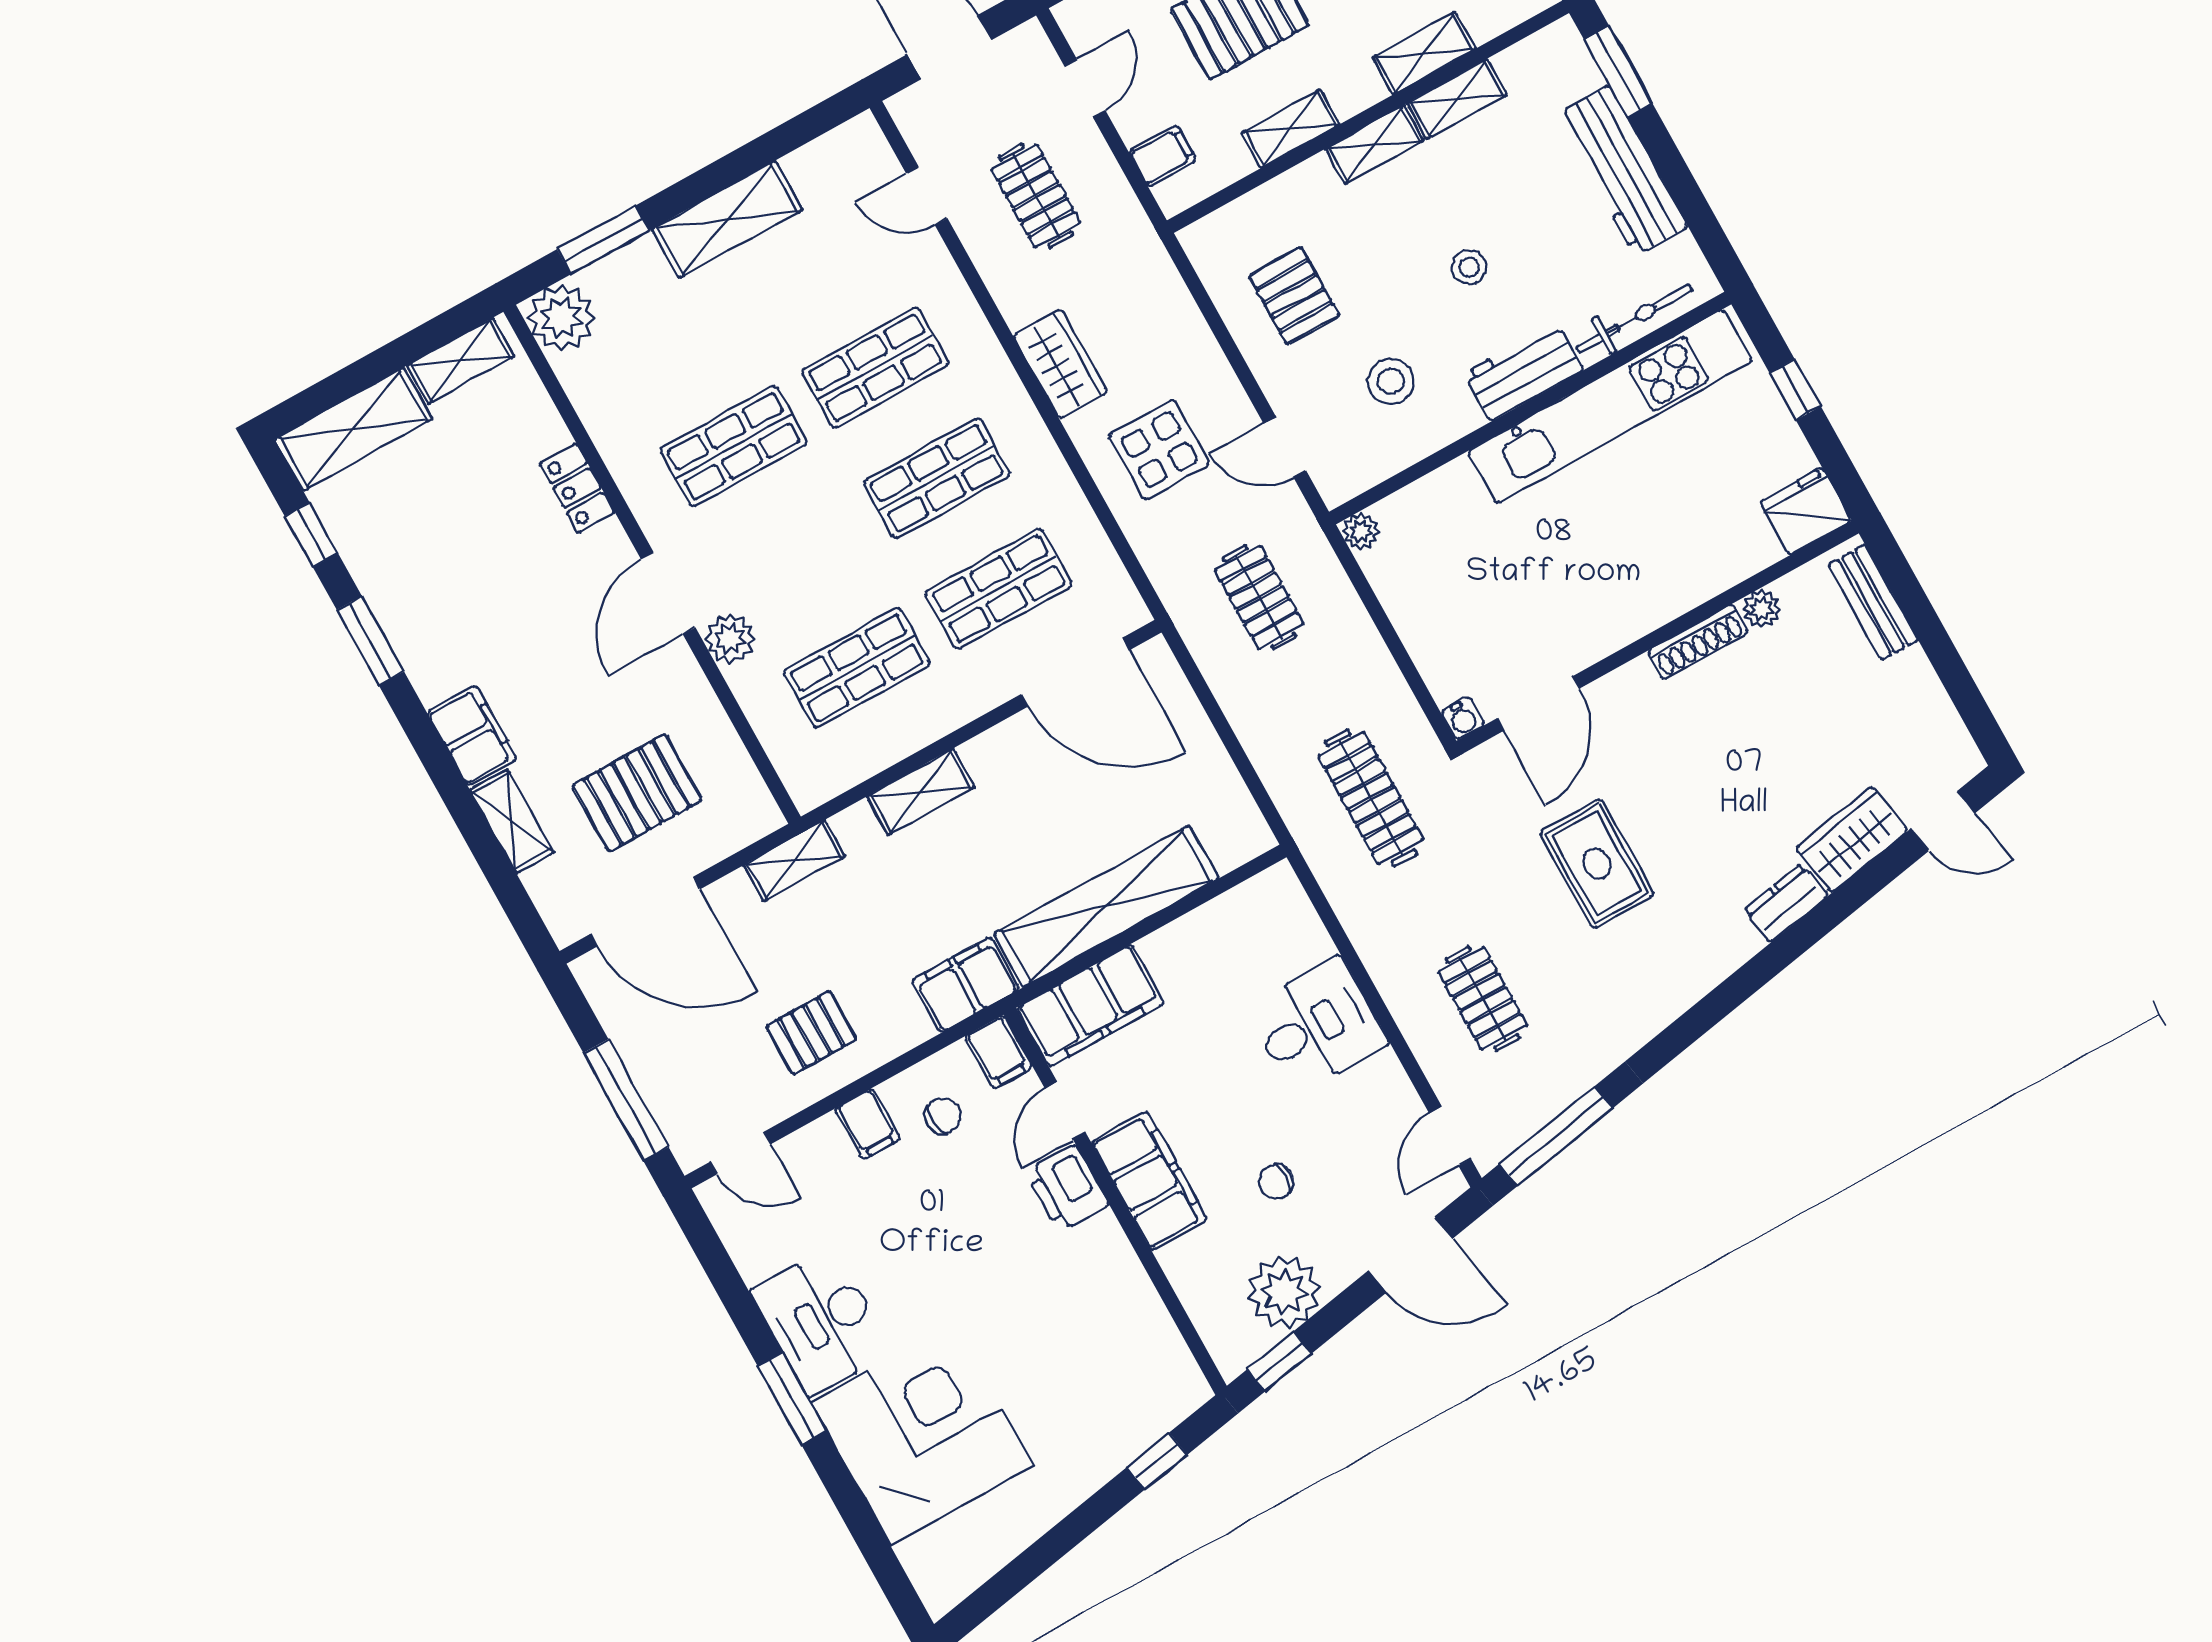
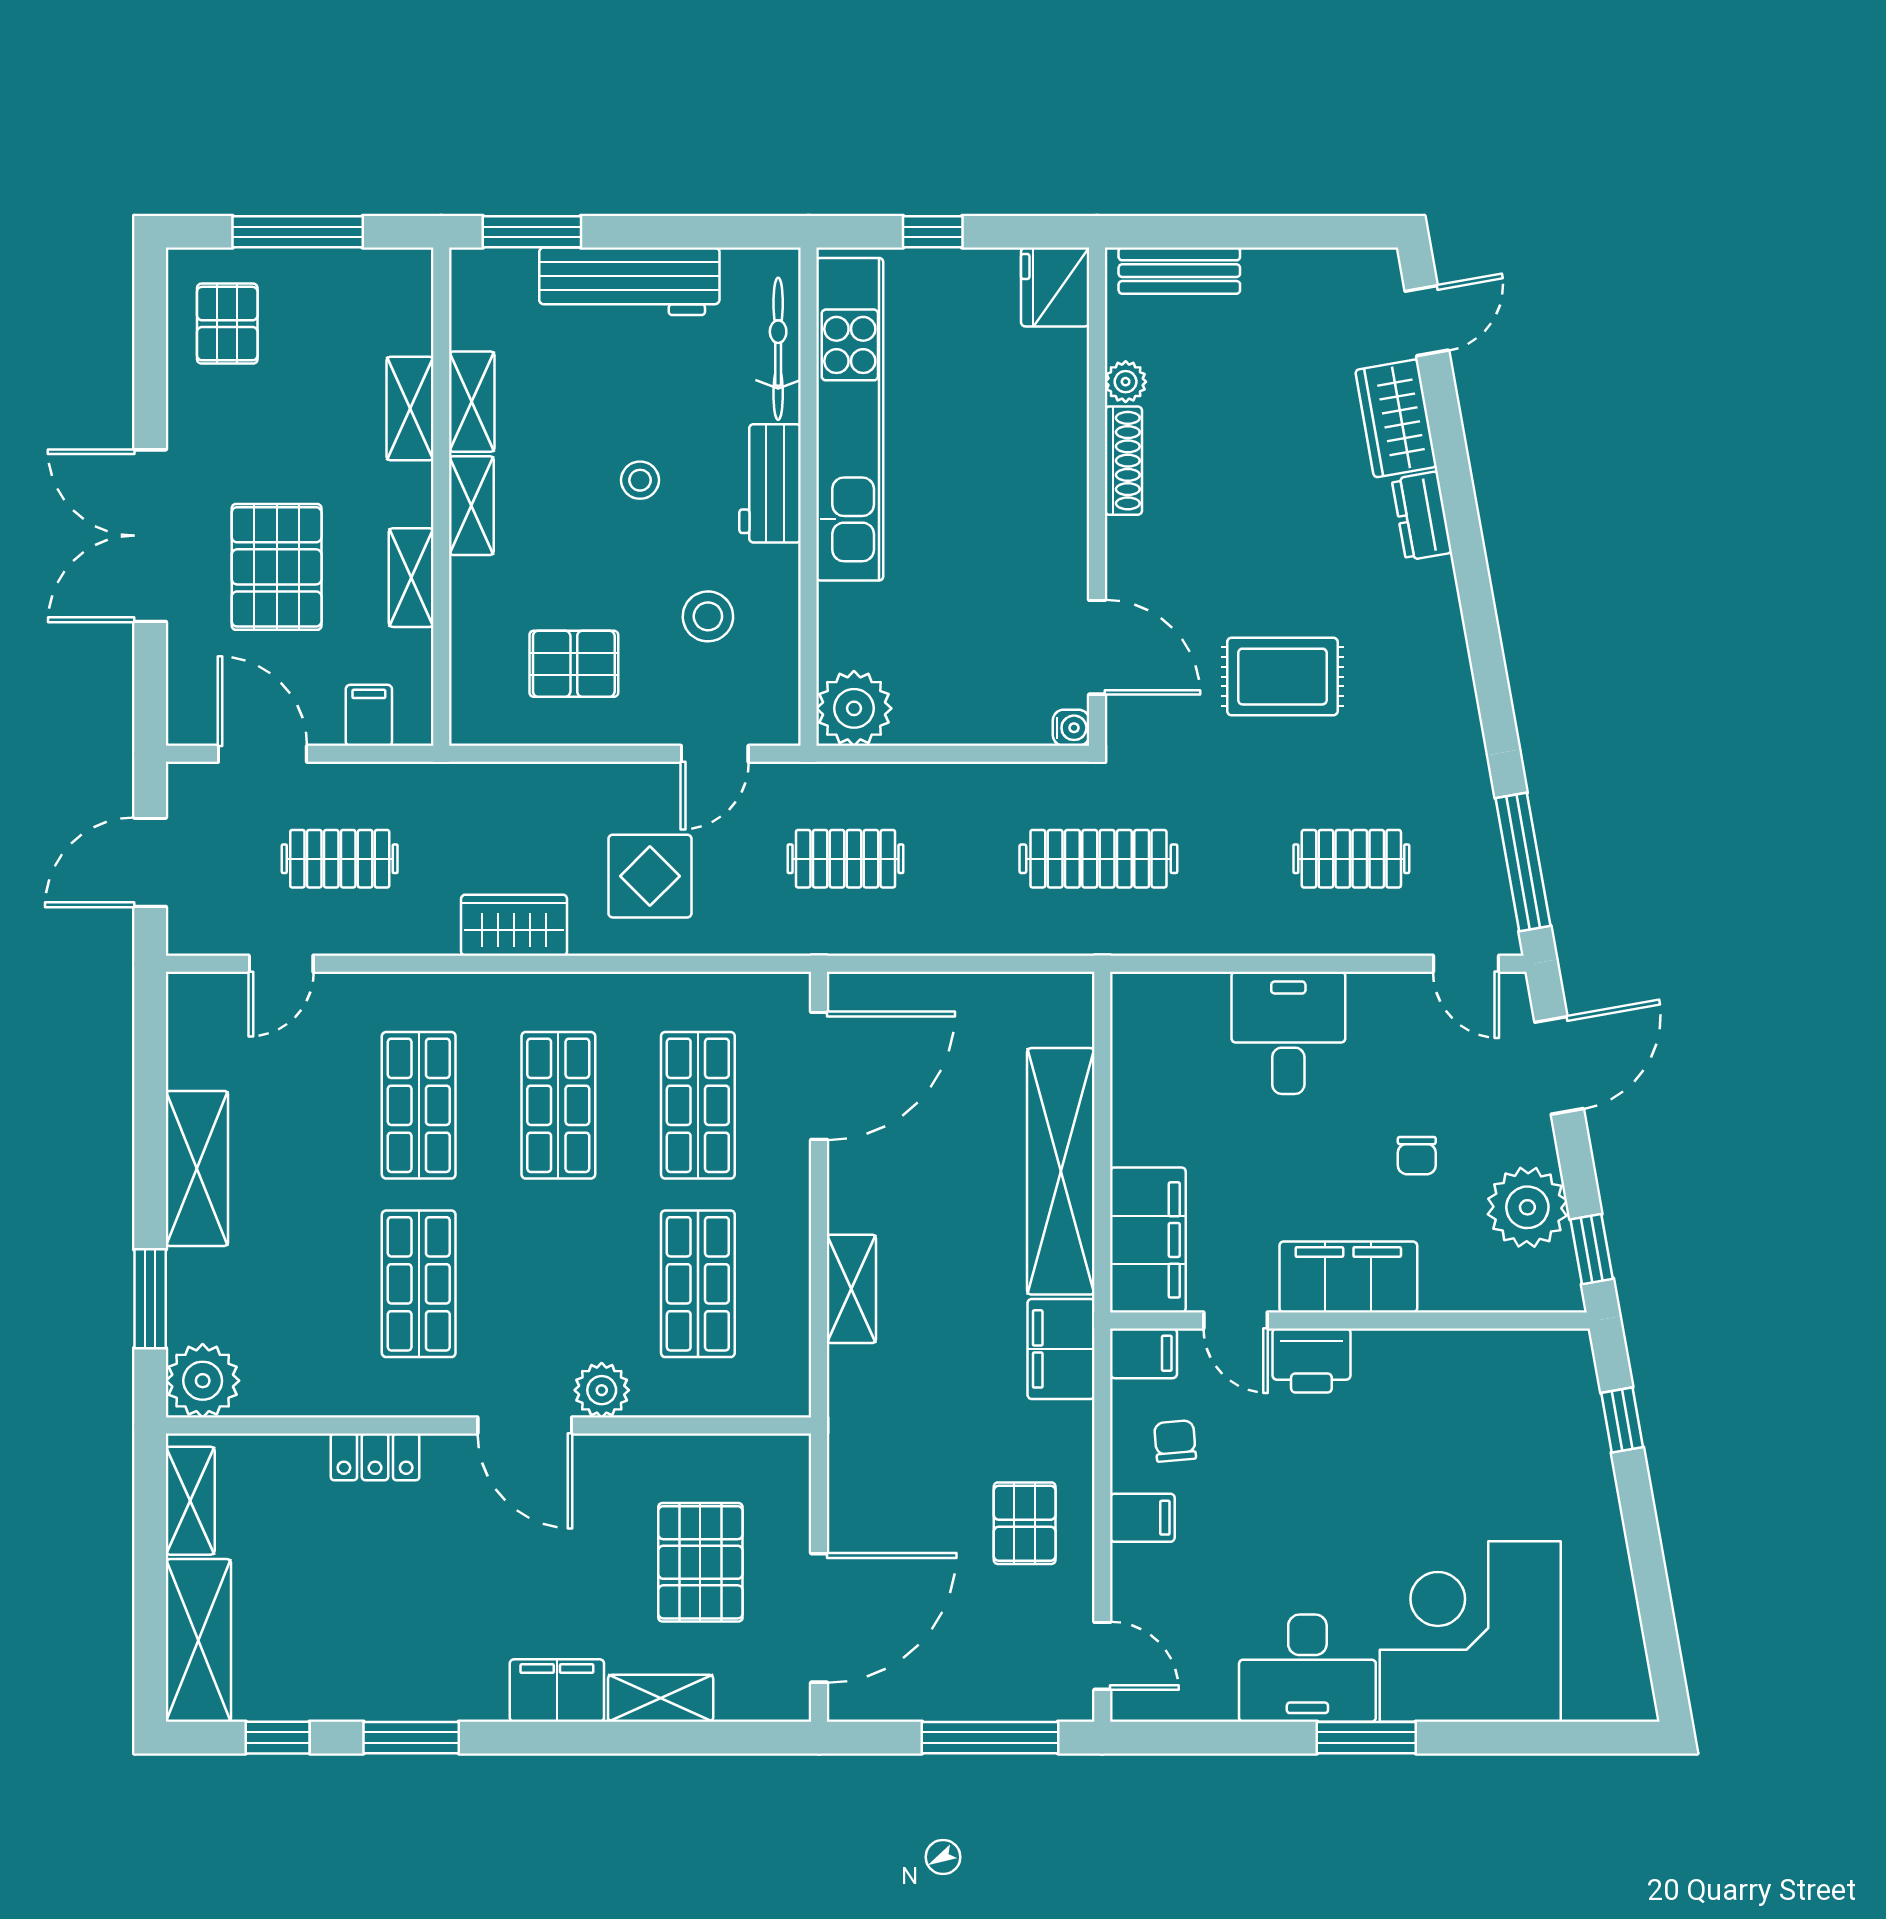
door: (1085, 88) -> (262, 754), width x1.38
plant: (1361, 531) -> (854, 708), width x1.87, depth x1.87
shelving: (794, 861) -> (850, 1448), removed
door: (740, 1153) -> (1102, 1656), hinge flipped

